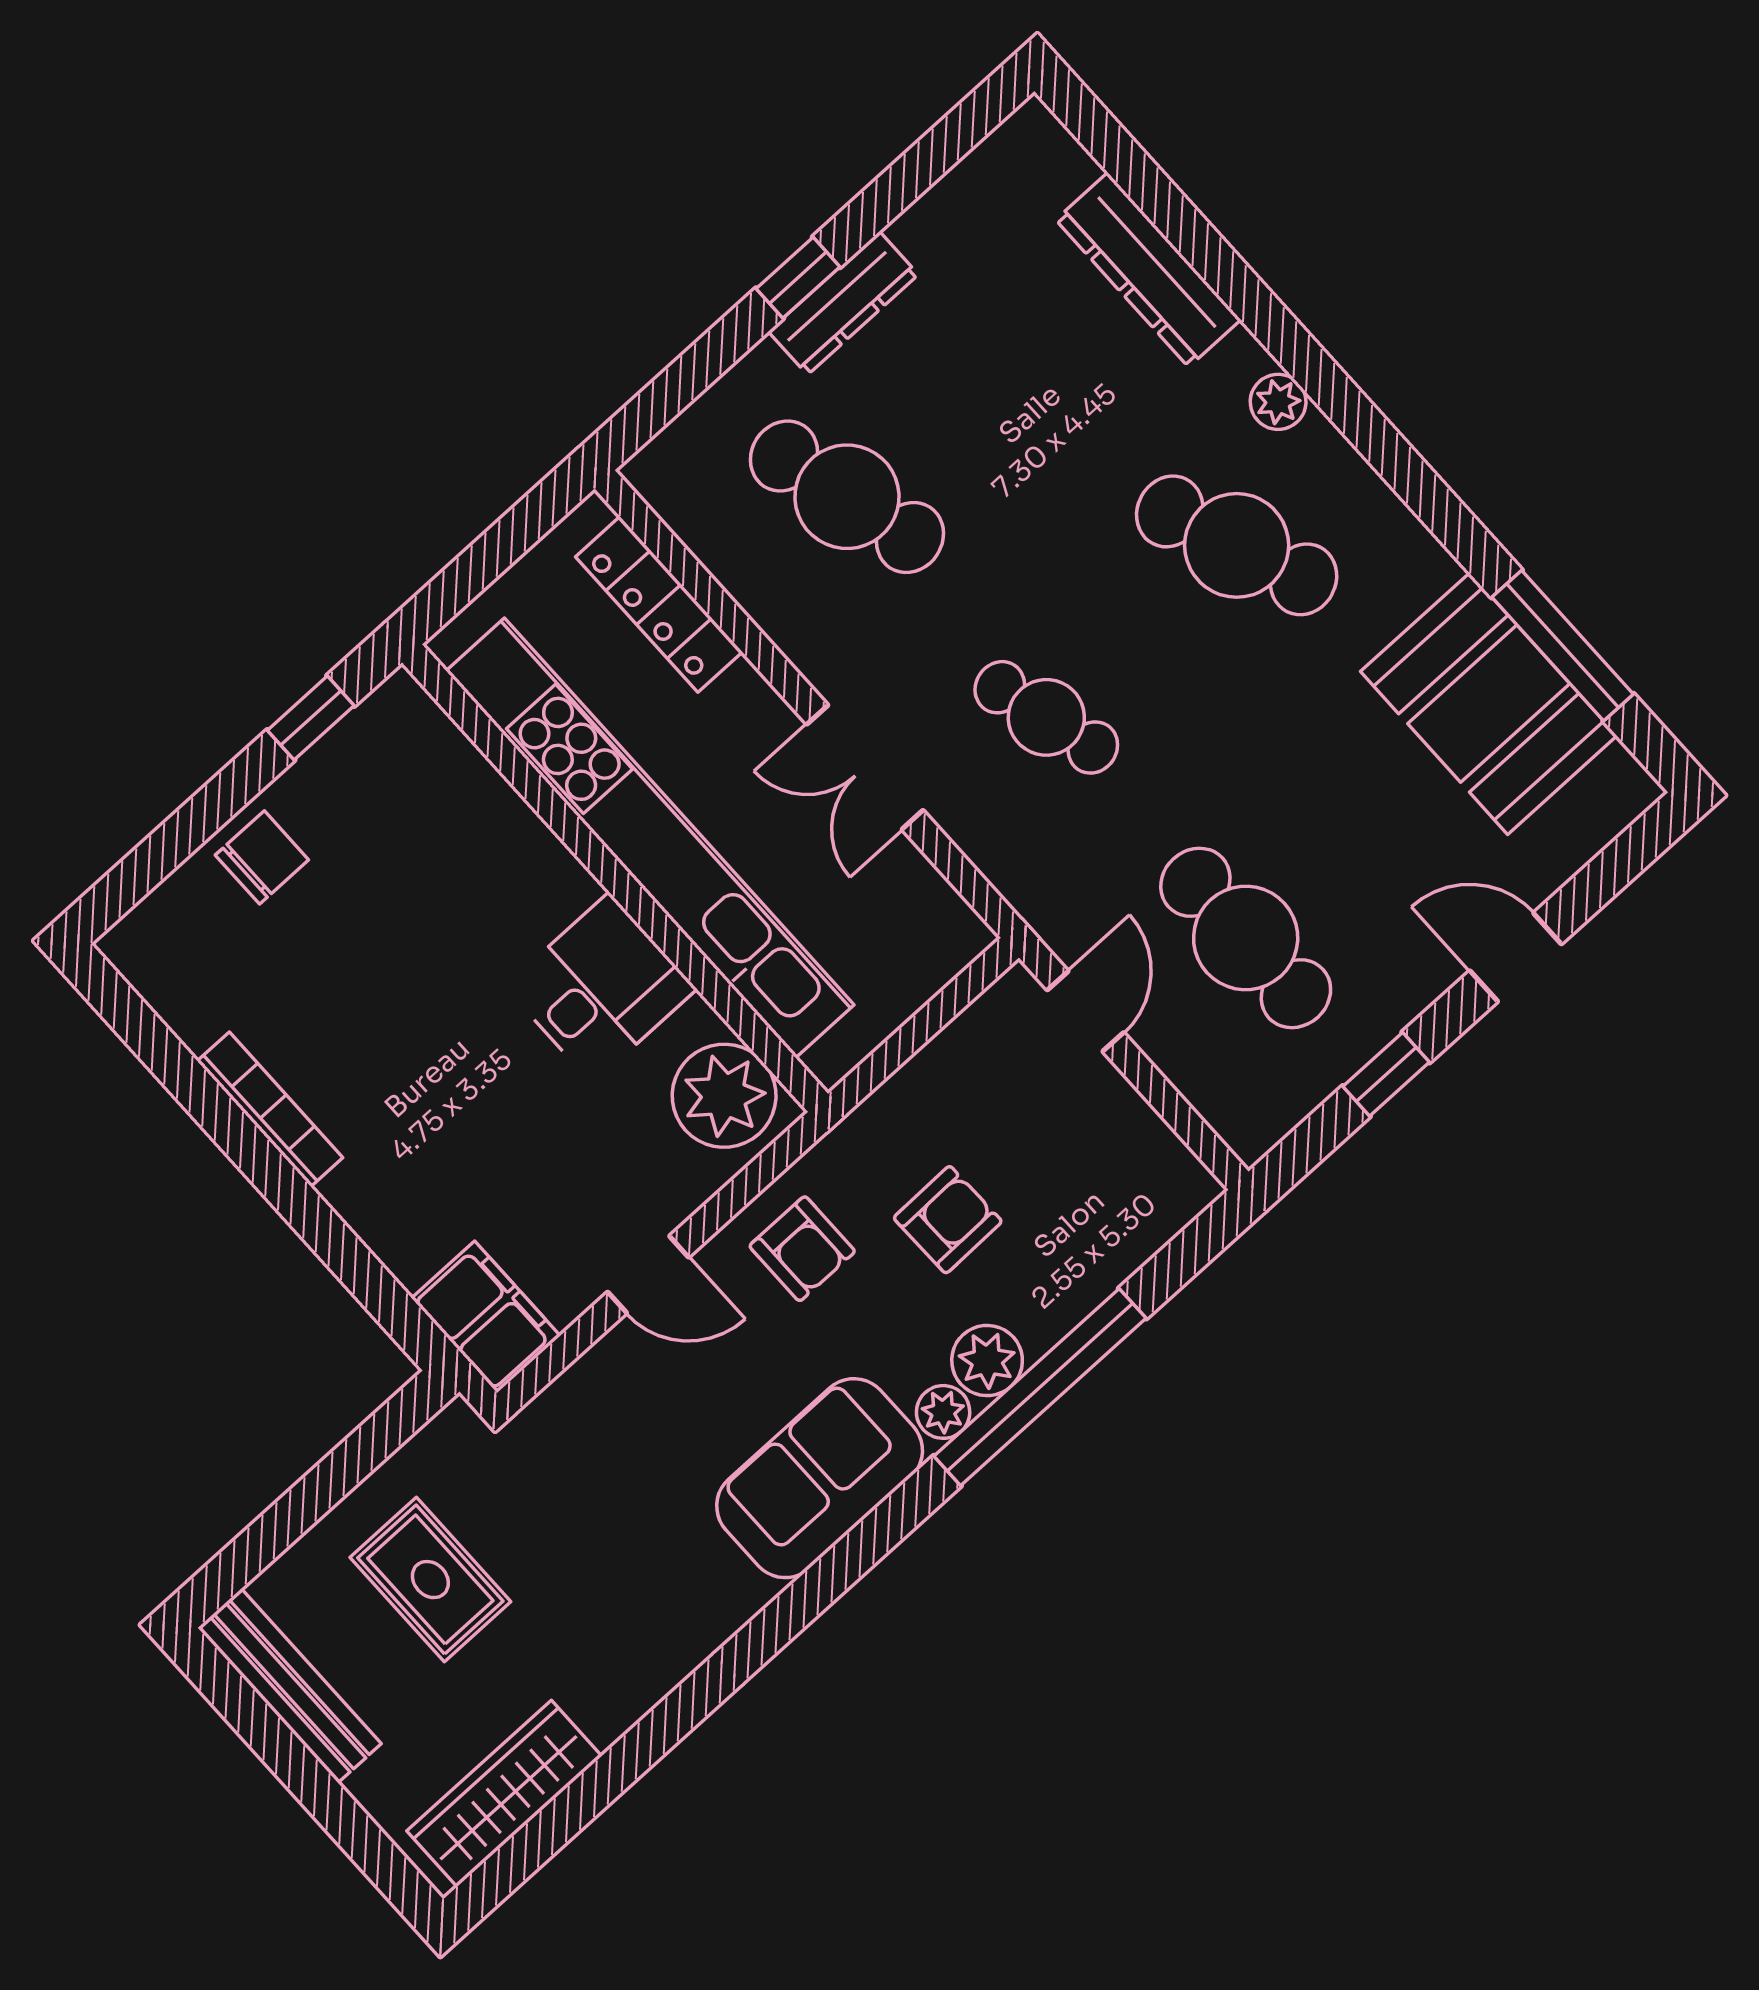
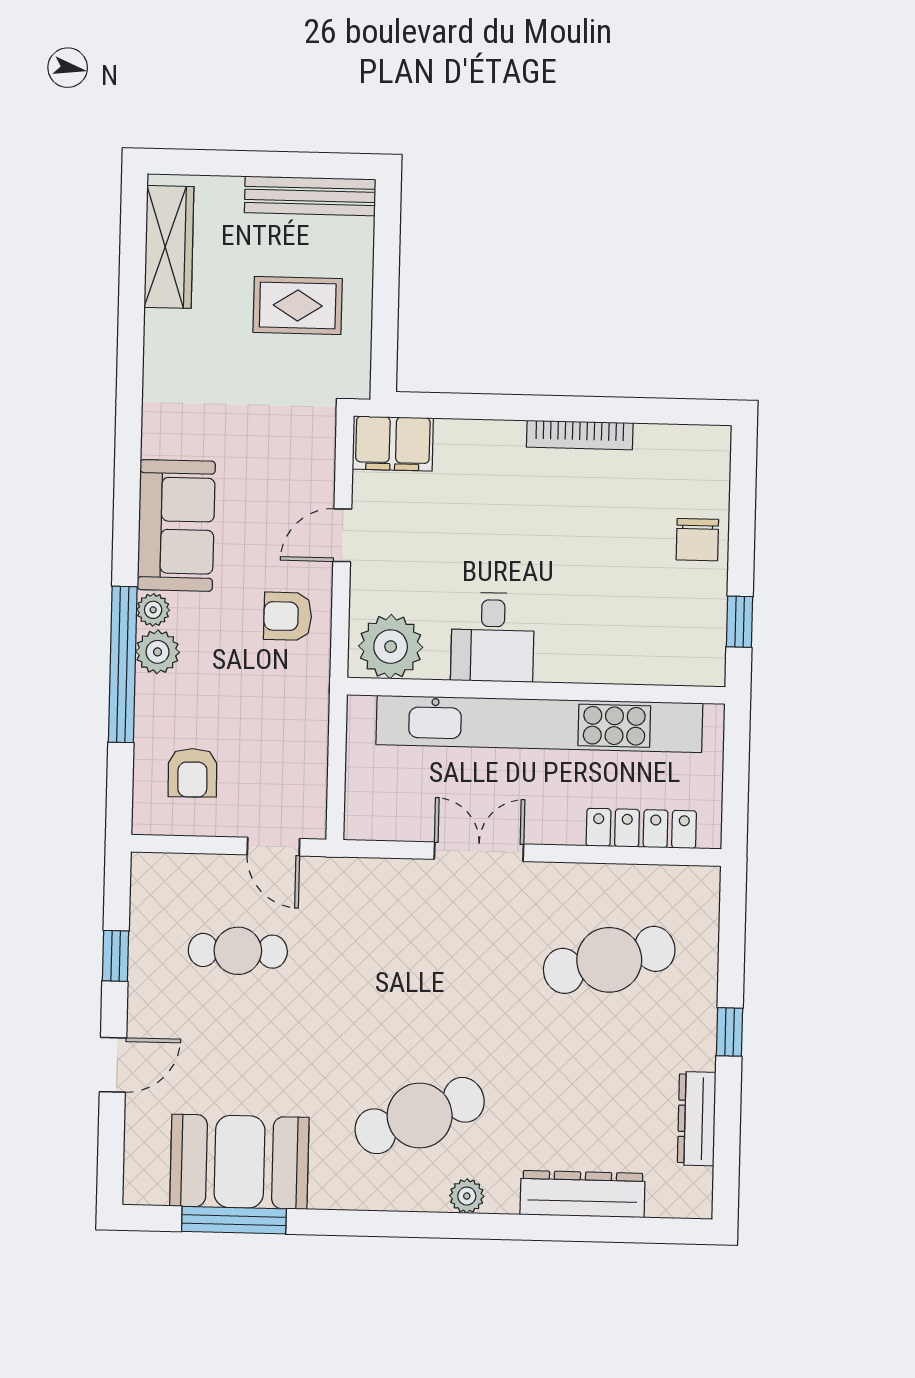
dresser: (843, 303) -> (697, 1119), moved
cafe table: (1046, 717) -> (424, 955), removed
cafe table: (1246, 938) -> (238, 951), width x0.73, depth x0.74
armchair: (948, 1220) -> (192, 773), moved

